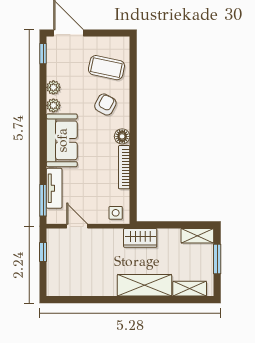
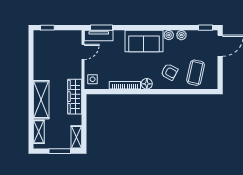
tv unit: (54, 188) -> (99, 36), moved
wardrobe: (140, 238) -> (75, 97), width x1.50
window: (43, 252) -> (47, 28), moved

